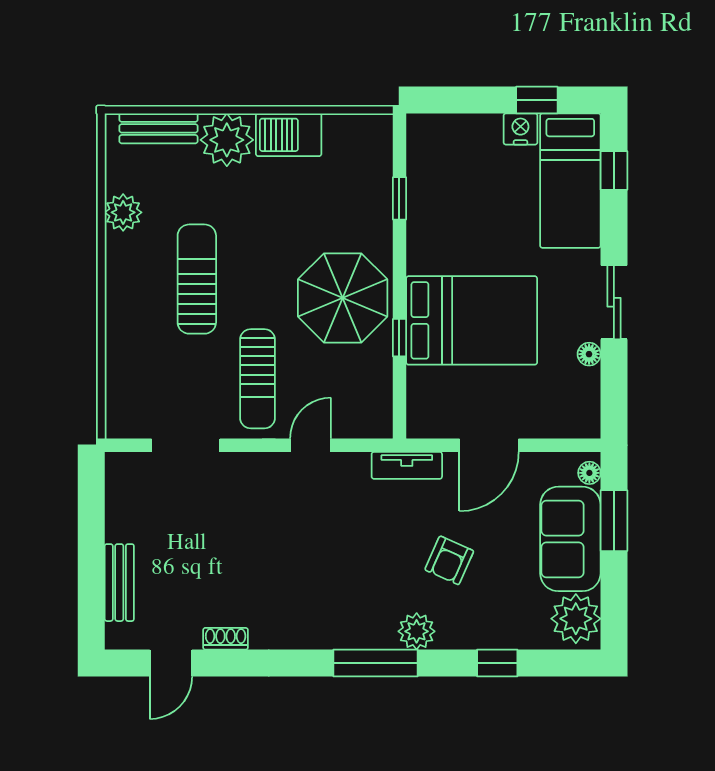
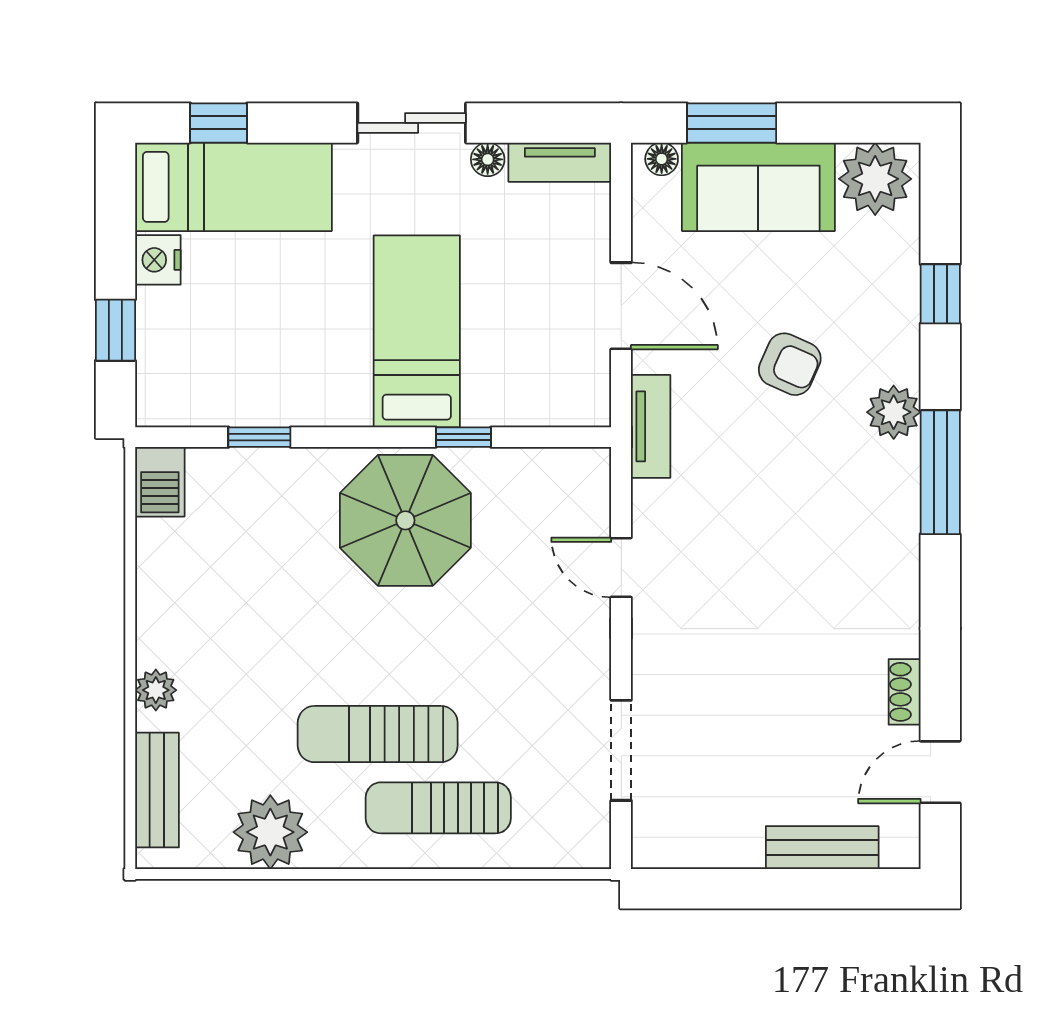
window: (537, 100) -> (115, 330), moved
barbecue: (289, 135) -> (160, 482), moved, width x0.73, depth x0.79
plant: (227, 140) -> (156, 690), width x0.53, depth x0.53
plant: (123, 212) -> (270, 832), width x1.36, depth x1.36
bed: (472, 320) -> (417, 331), width x0.67
sun lounger: (258, 379) -> (438, 808), moved, turned 180
tv unit: (587, 403) -> (560, 162), added
door: (171, 663) -> (940, 772), swing flipped

